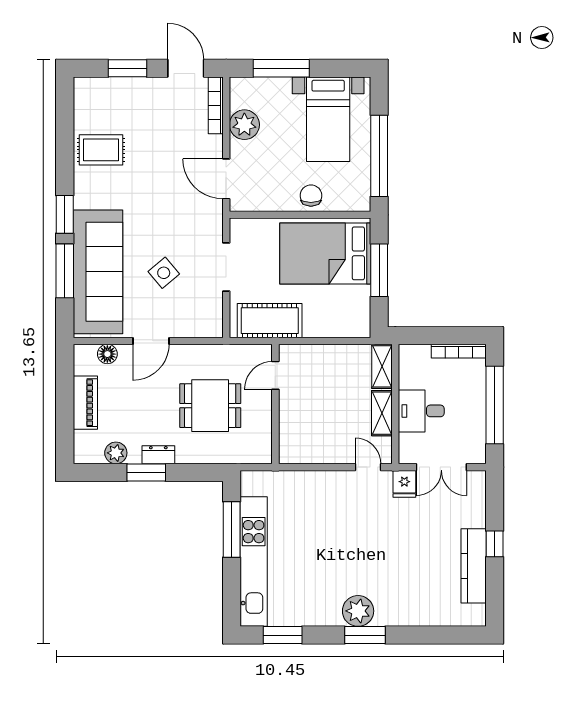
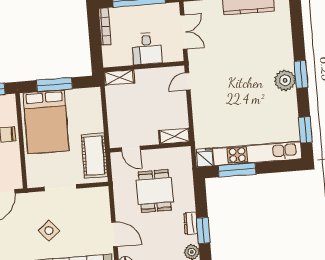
side table: (164, 273) -> (49, 231), moved
shelving: (382, 413) -> (174, 136), moved
fridge: (404, 484) -> (205, 158), moved, turned -90

